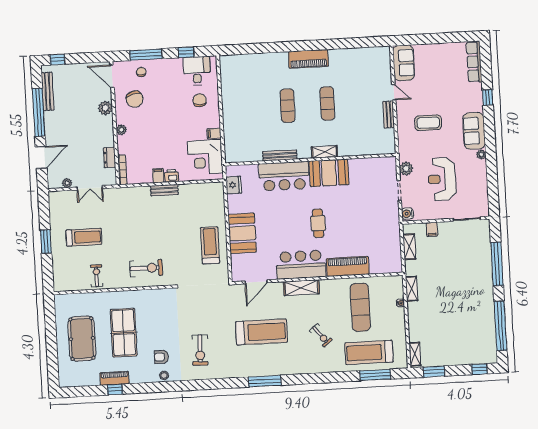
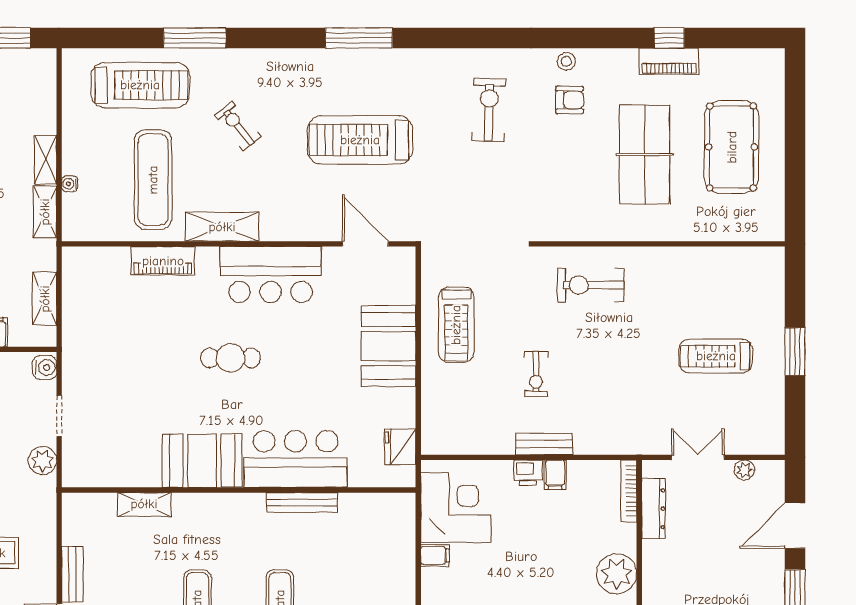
plant: (121, 130) -> (617, 574), width x1.88, depth x1.88
shelving: (324, 152) -> (144, 504), moved
dresser: (110, 157) -> (654, 509), width x1.44
cafe table: (318, 223) -> (230, 358), turned 90
piano: (348, 266) -> (163, 261), width x0.73, depth x0.75
exercise bike: (97, 276) -> (536, 374), moved
door: (256, 282) -> (365, 244), hinge flipped
shelving: (301, 288) -> (222, 227), moved
shelving: (415, 354) -> (46, 160), moved
window: (375, 375) -> (195, 38), moved

